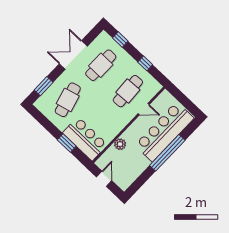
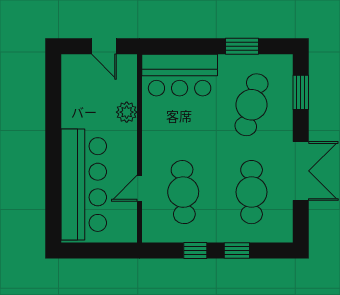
window: (120, 40) -> (237, 250), moved
cafe table: (68, 100) -> (252, 105), turned 30
window: (67, 143) -> (242, 46), moved
window: (167, 153) -> (53, 160), removed

